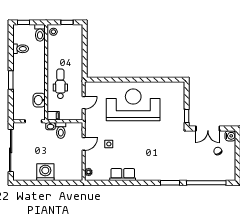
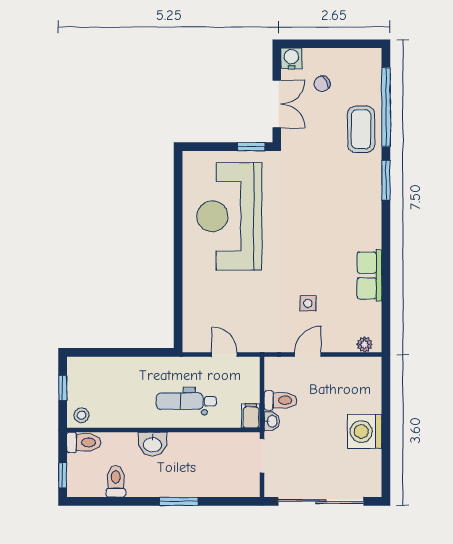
washbasin: (39, 100) -> (153, 444), moved
reception desk: (133, 105) -> (229, 216), moved
door: (84, 144) -> (308, 354), hinge flipped
coffee table: (195, 170) -> (361, 129), added

